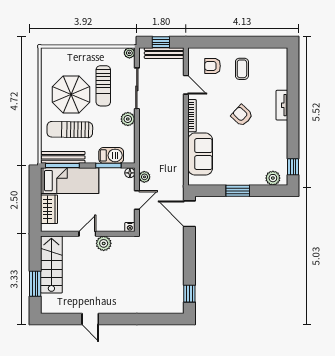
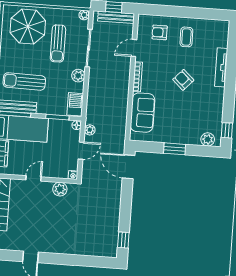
door: (186, 85) -> (134, 48), swing flipped
parasol: (71, 94) -> (28, 27), moved
tv unit: (282, 105) -> (221, 67), width x1.41
barbecue: (111, 155) -> (75, 104), moved, turned -90
plant: (104, 243) -> (60, 189), moved

